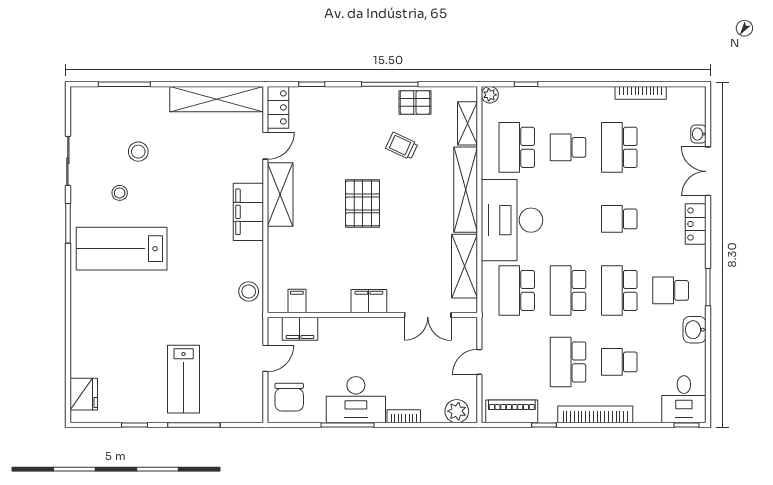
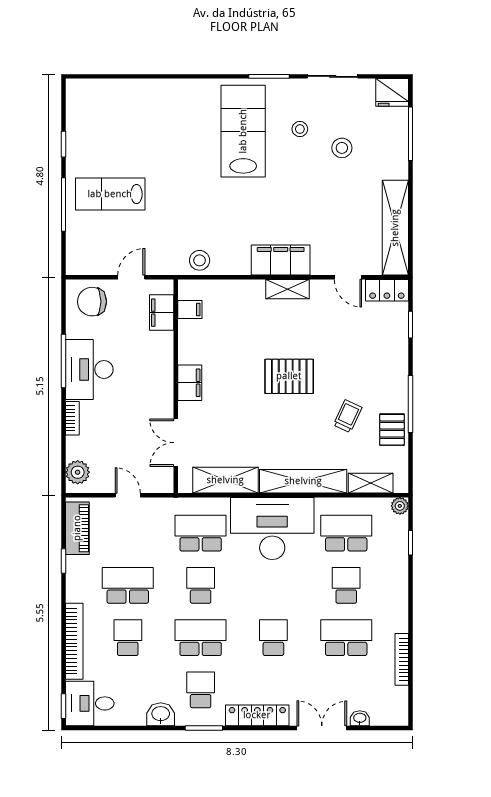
shelving: (280, 195) -> (287, 289), width x0.67, depth x0.75
locker: (696, 224) -> (257, 715), width x1.53
school desk: (568, 290) -> (201, 585), width x0.54
door: (265, 358) -> (131, 277), swing flipped
fridge: (84, 394) -> (392, 92), moved
bookcase: (595, 414) -> (74, 641), moved

